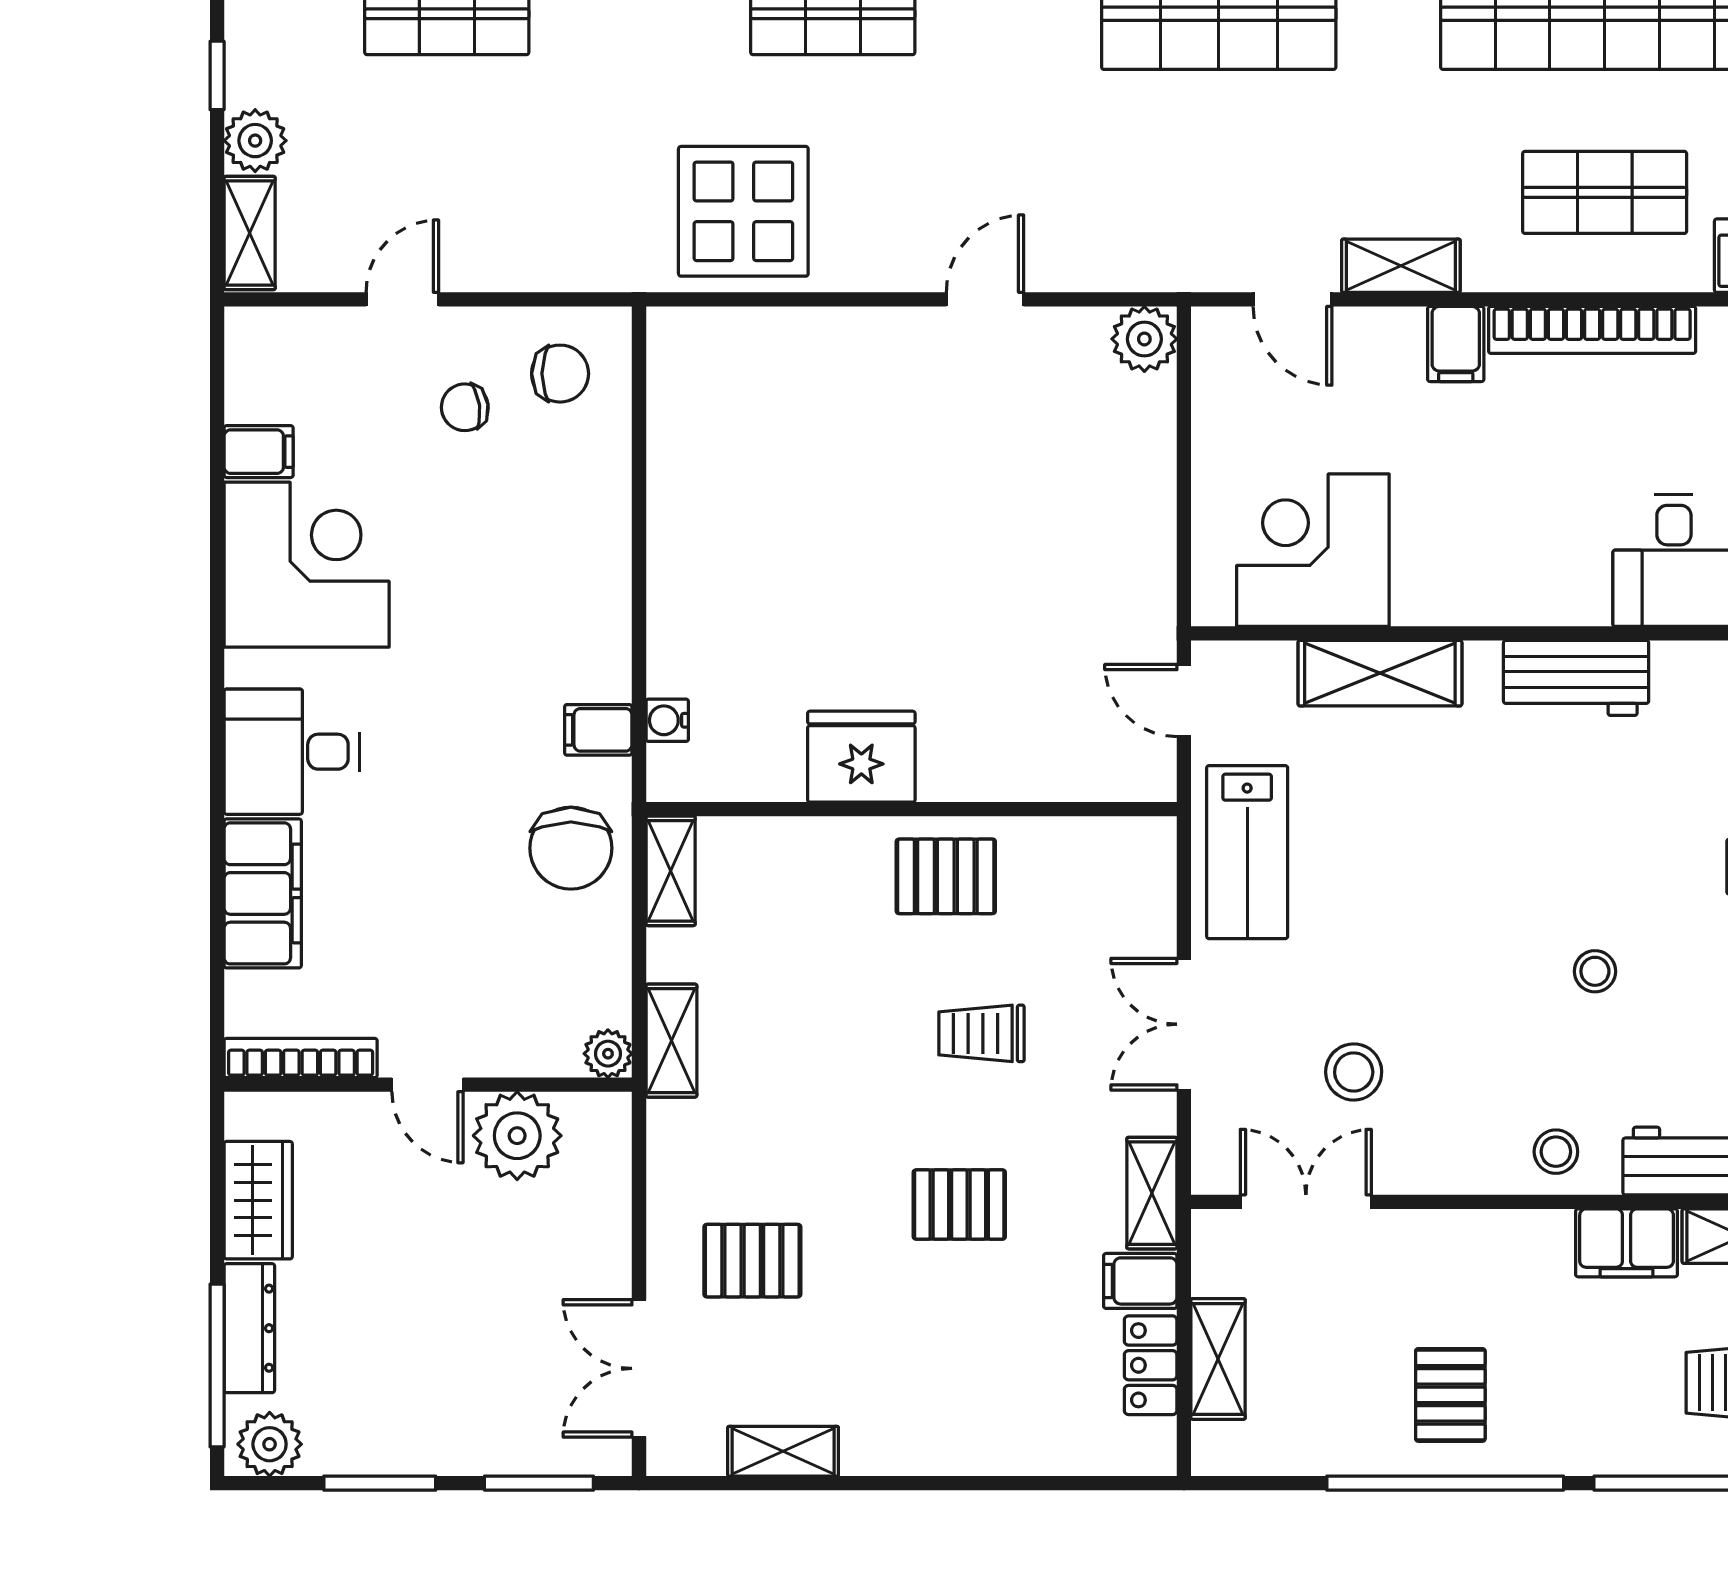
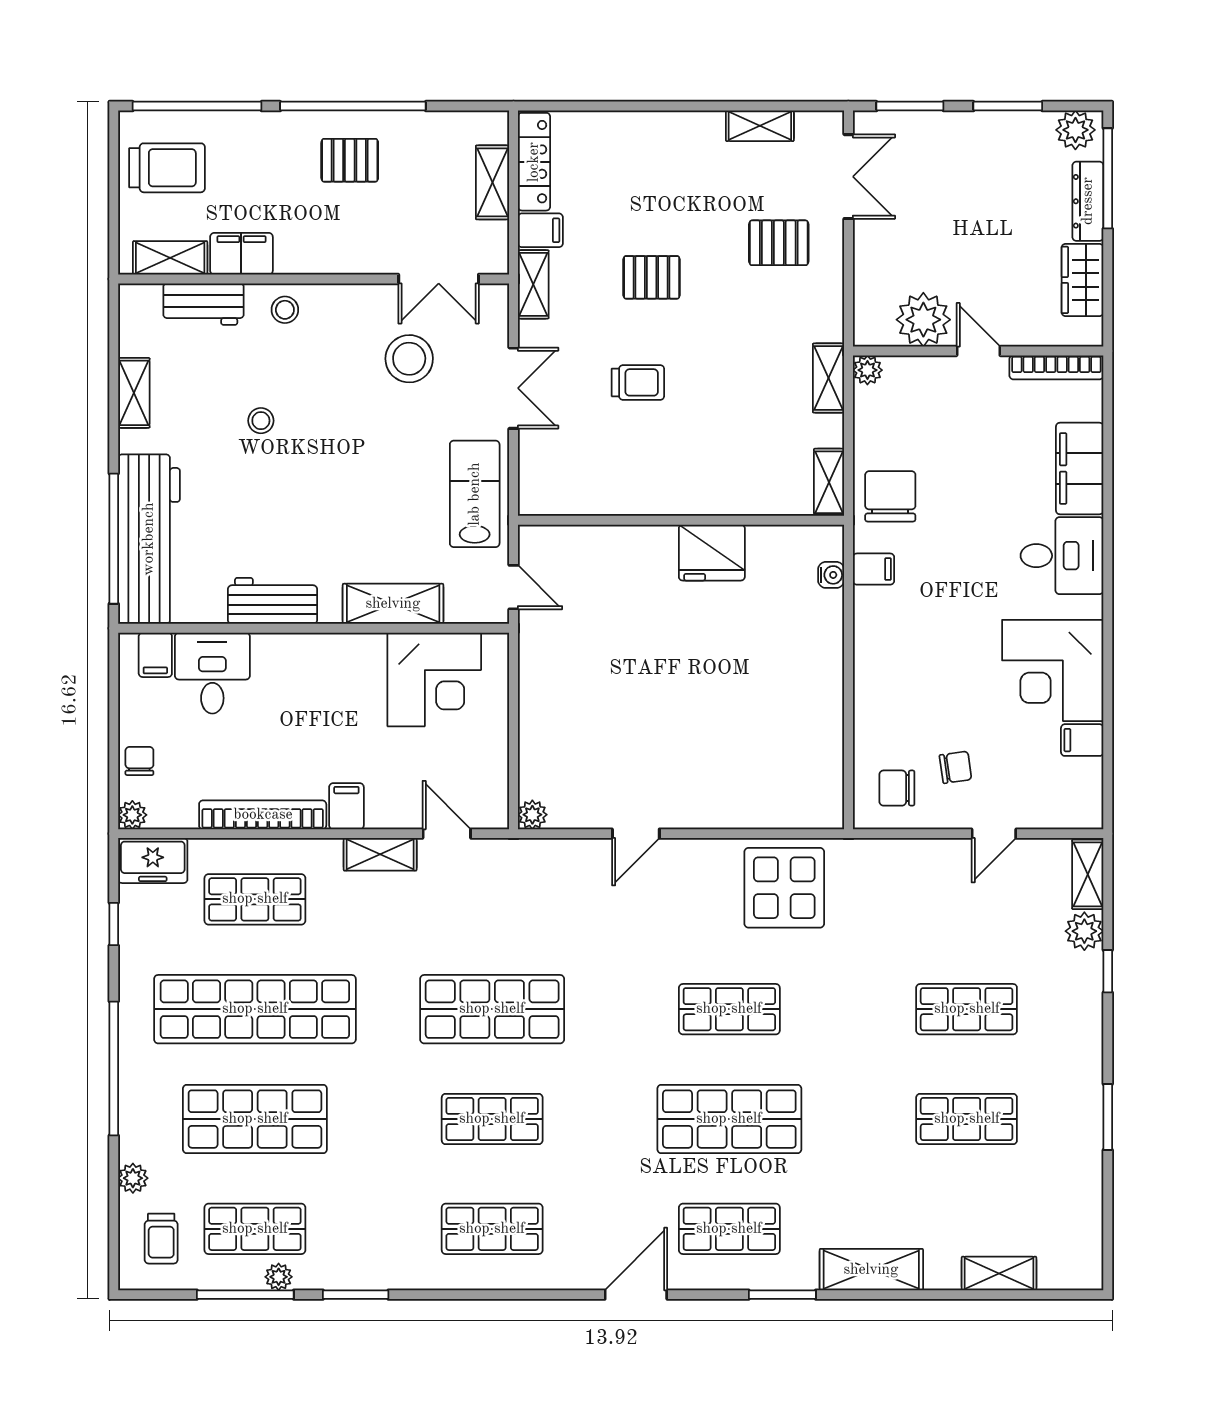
plant: (1144, 339) -> (532, 815), width x0.73, depth x0.73
pallet: (946, 876) -> (660, 479), removed
stool: (1354, 1072) -> (409, 359), width x1.38, depth x1.38
locker: (1151, 1365) -> (534, 162), width x1.53
pallet: (1450, 1395) -> (350, 160), turned 90

